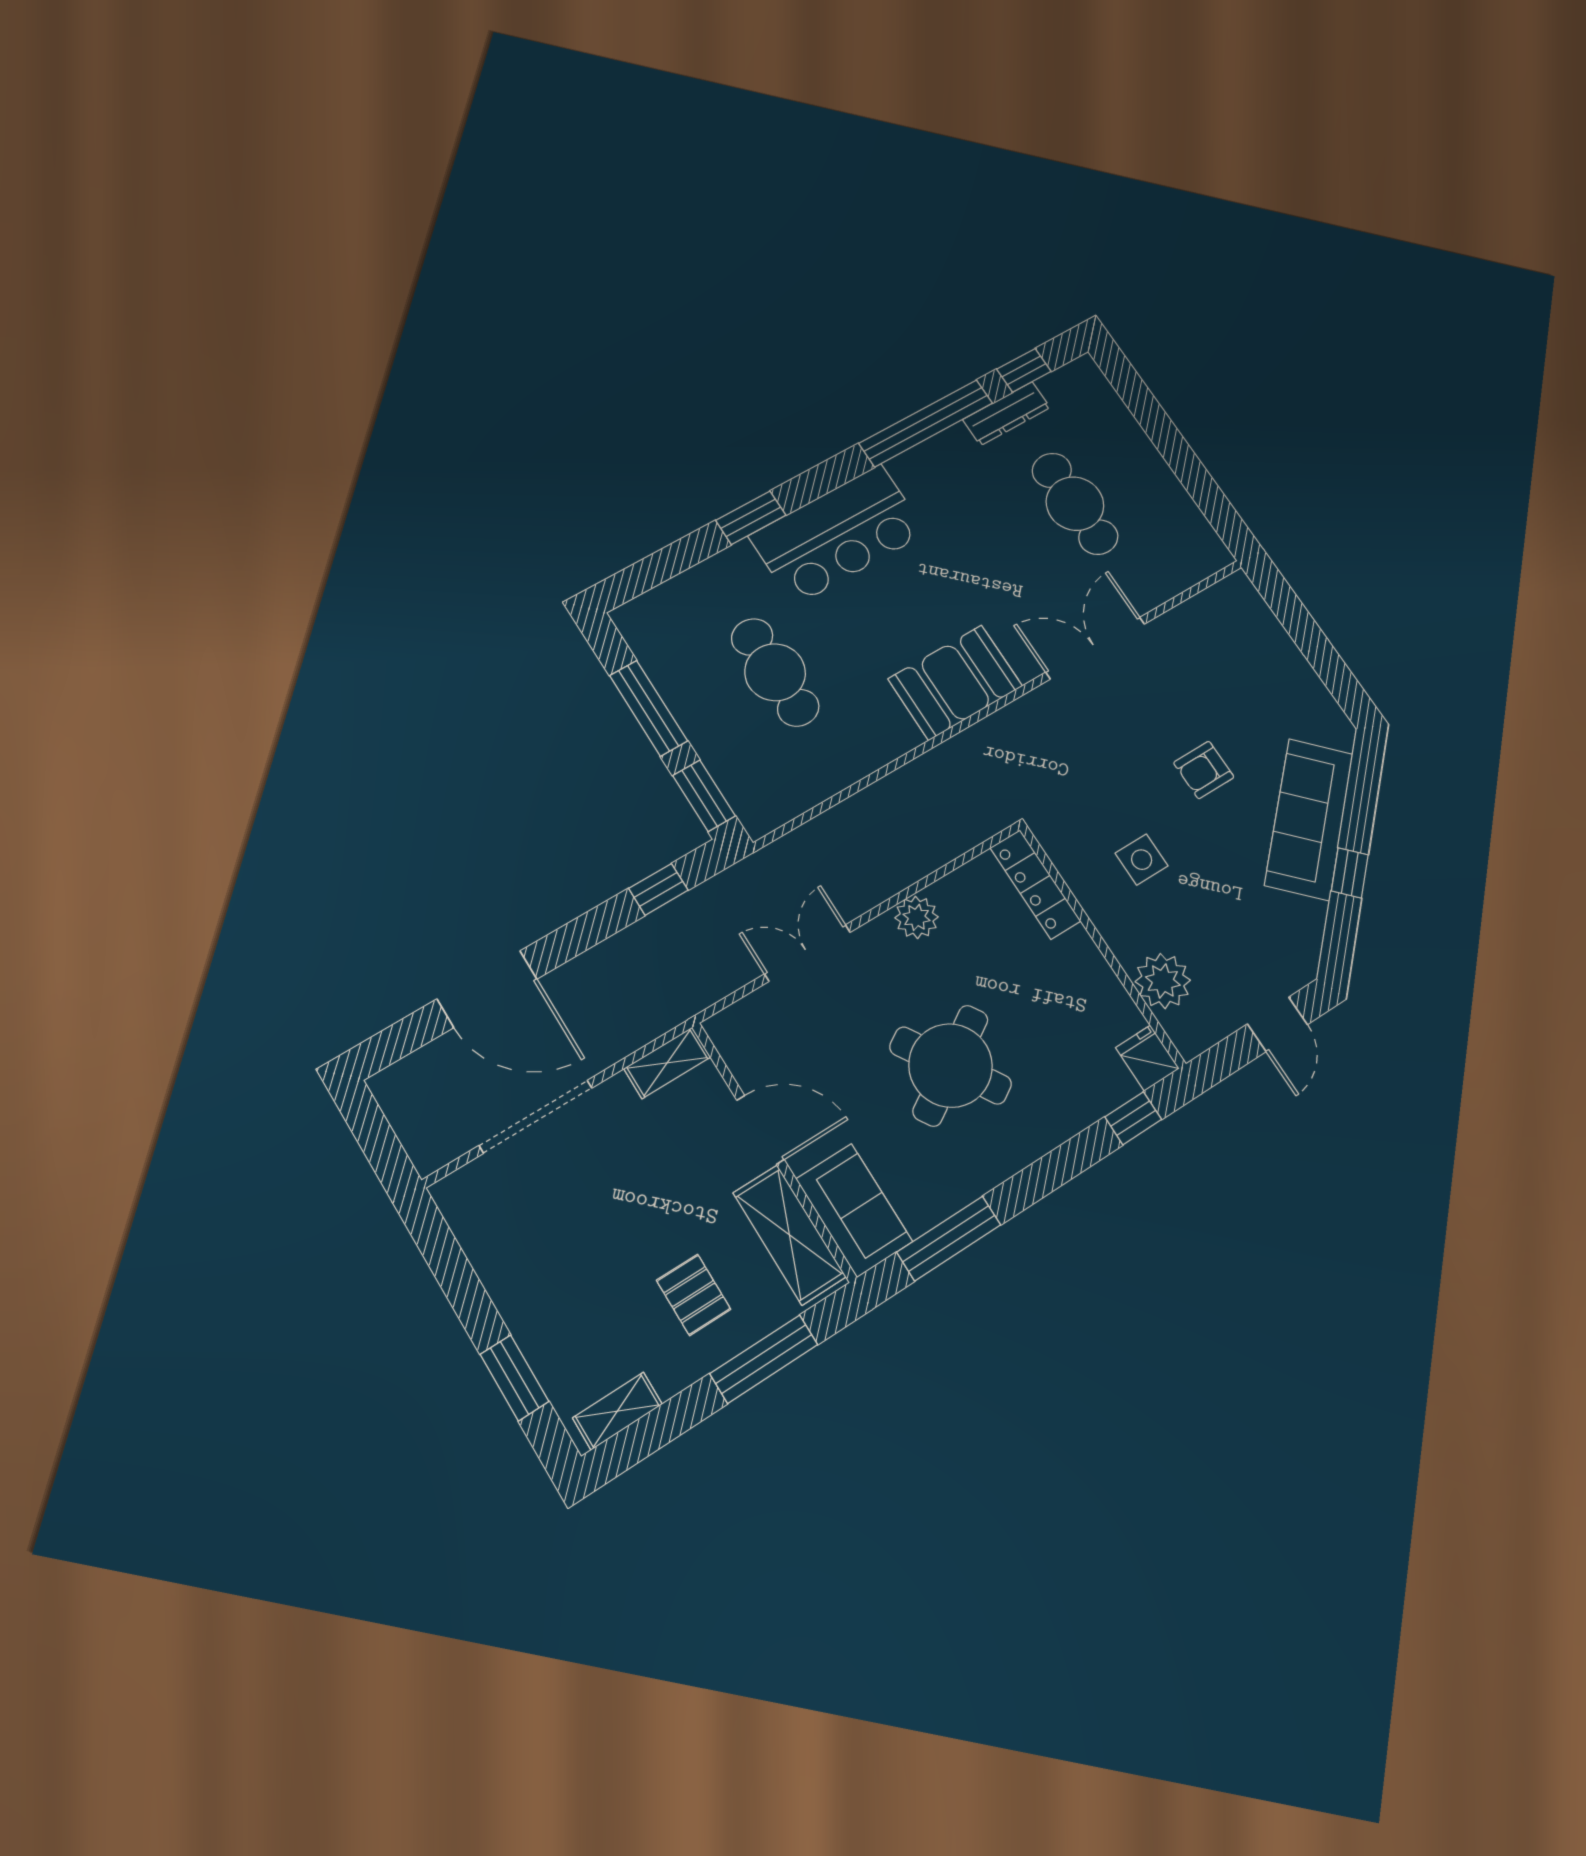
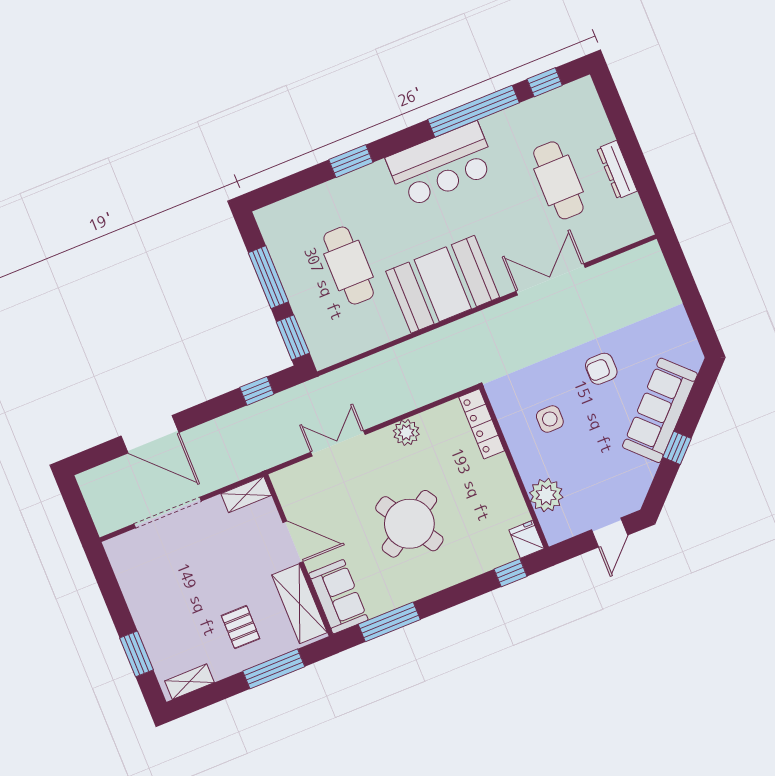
dresser: (1006, 414) -> (617, 170), moved, turned 90
bar counter: (838, 534) -> (441, 165), moved
booth: (955, 682) -> (443, 284), width x1.36, depth x1.42

